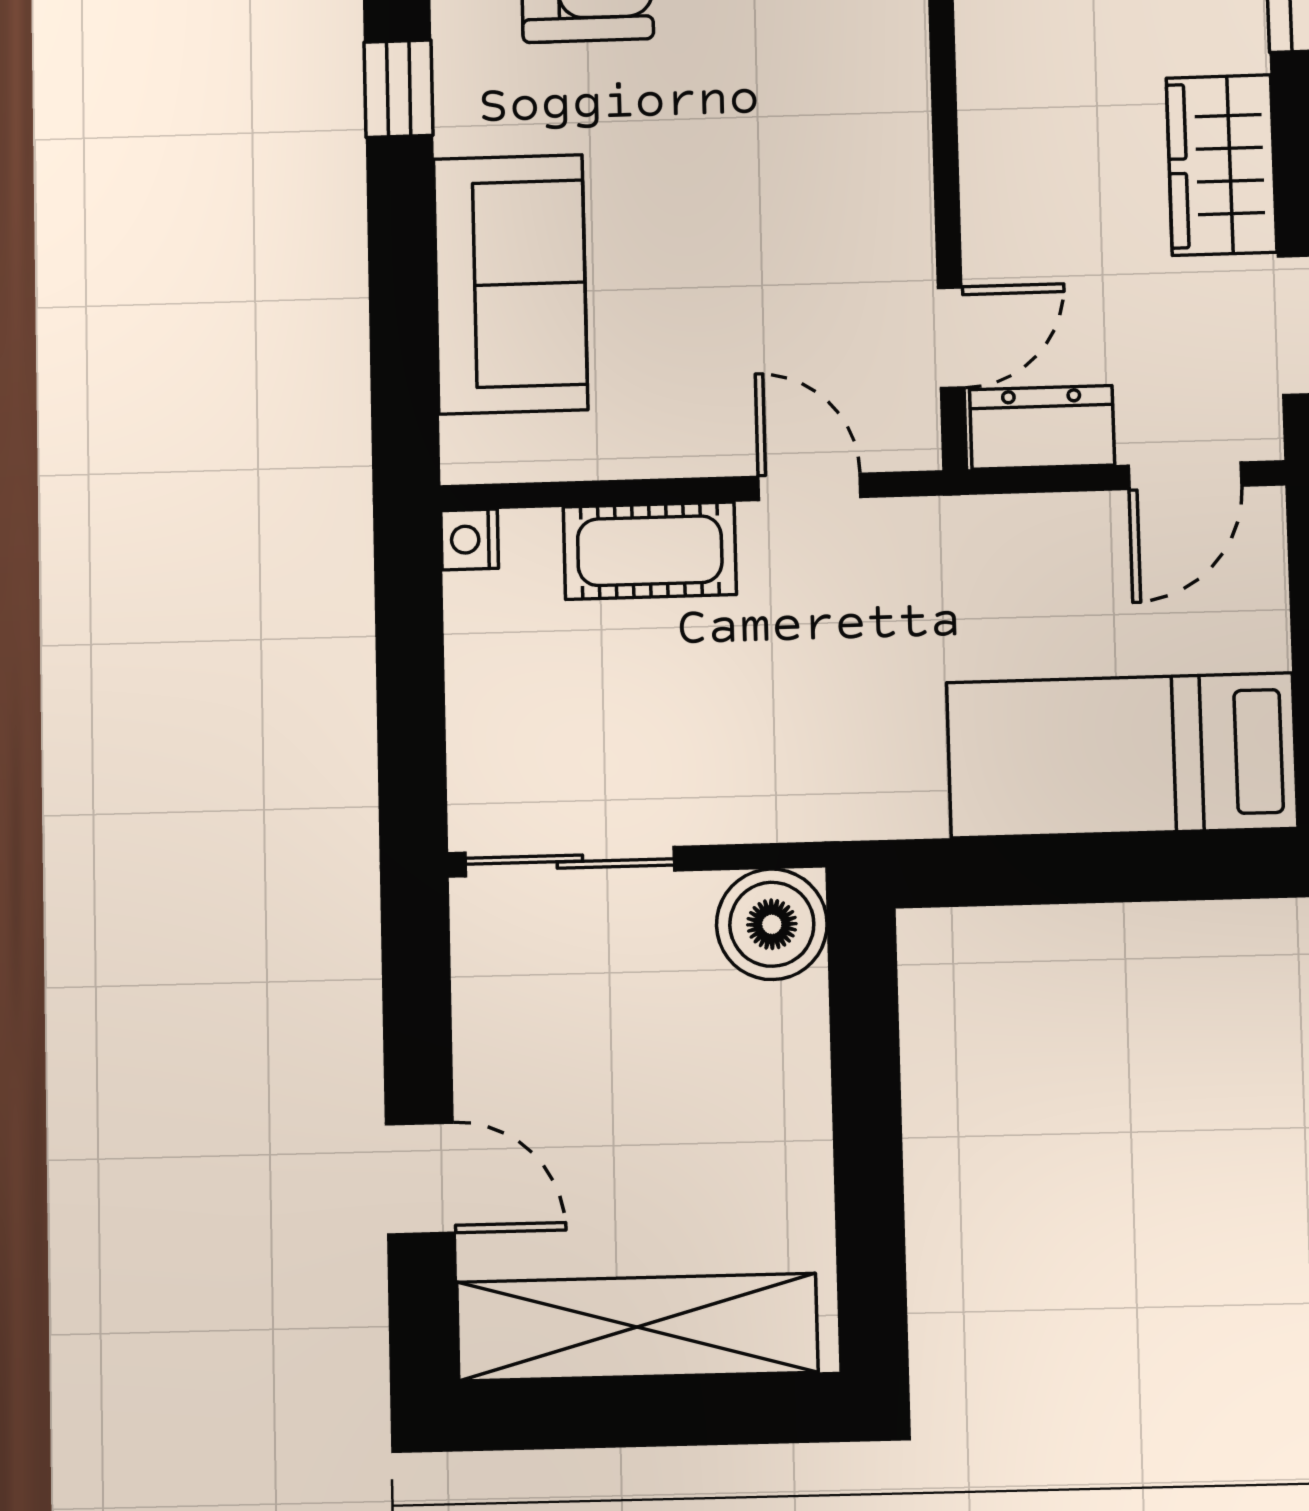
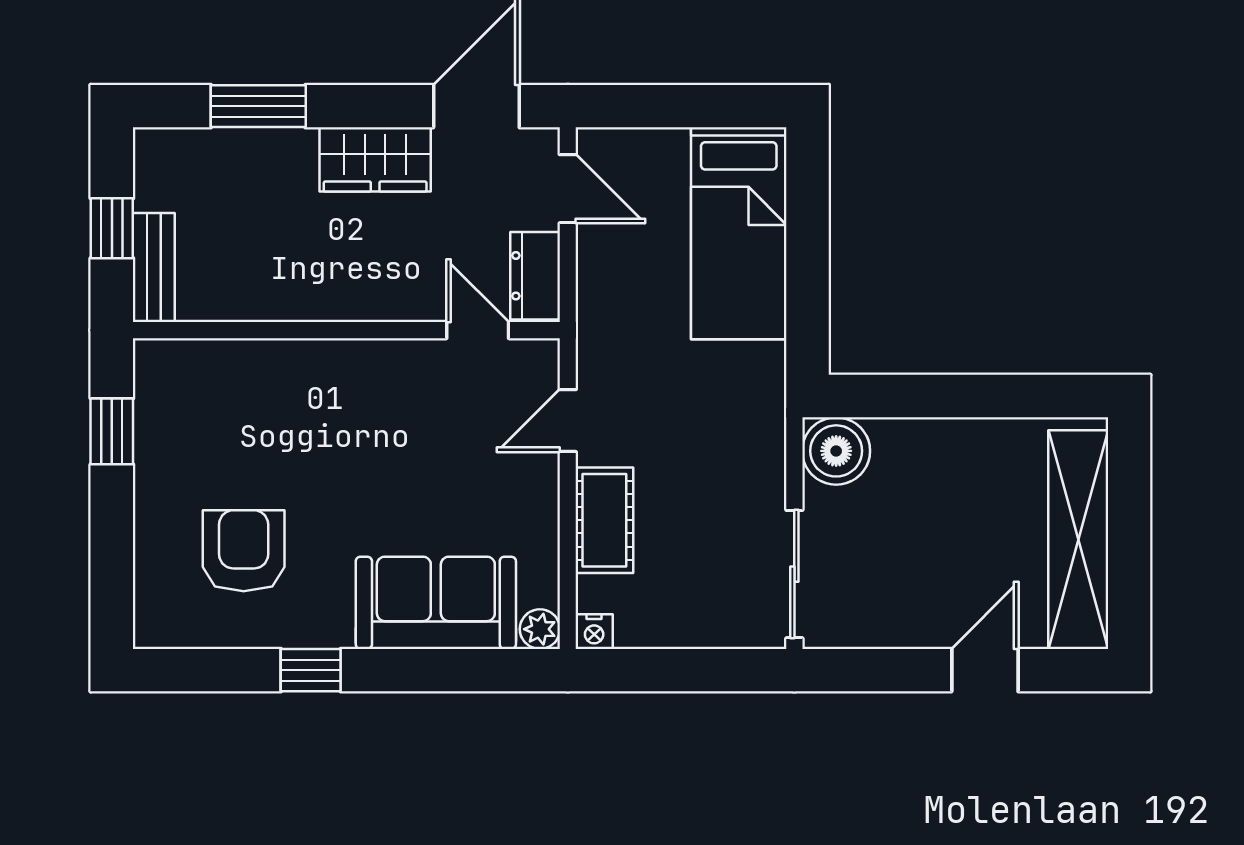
plant: (472, 452) -> (540, 629), added

